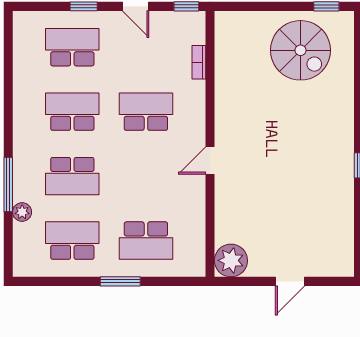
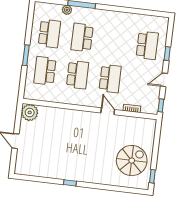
spiral stairs: (301, 50) -> (132, 161), turned 180
school desk: (72, 112) -> (78, 75), moved
door: (210, 161) -> (108, 111), moved

